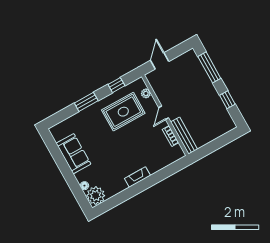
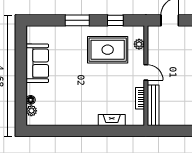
door: (164, 113) -> (146, 72), swing flipped
fireplace: (137, 177) -> (112, 120), moved
plant: (96, 196) -> (31, 111), width x0.53, depth x0.53

